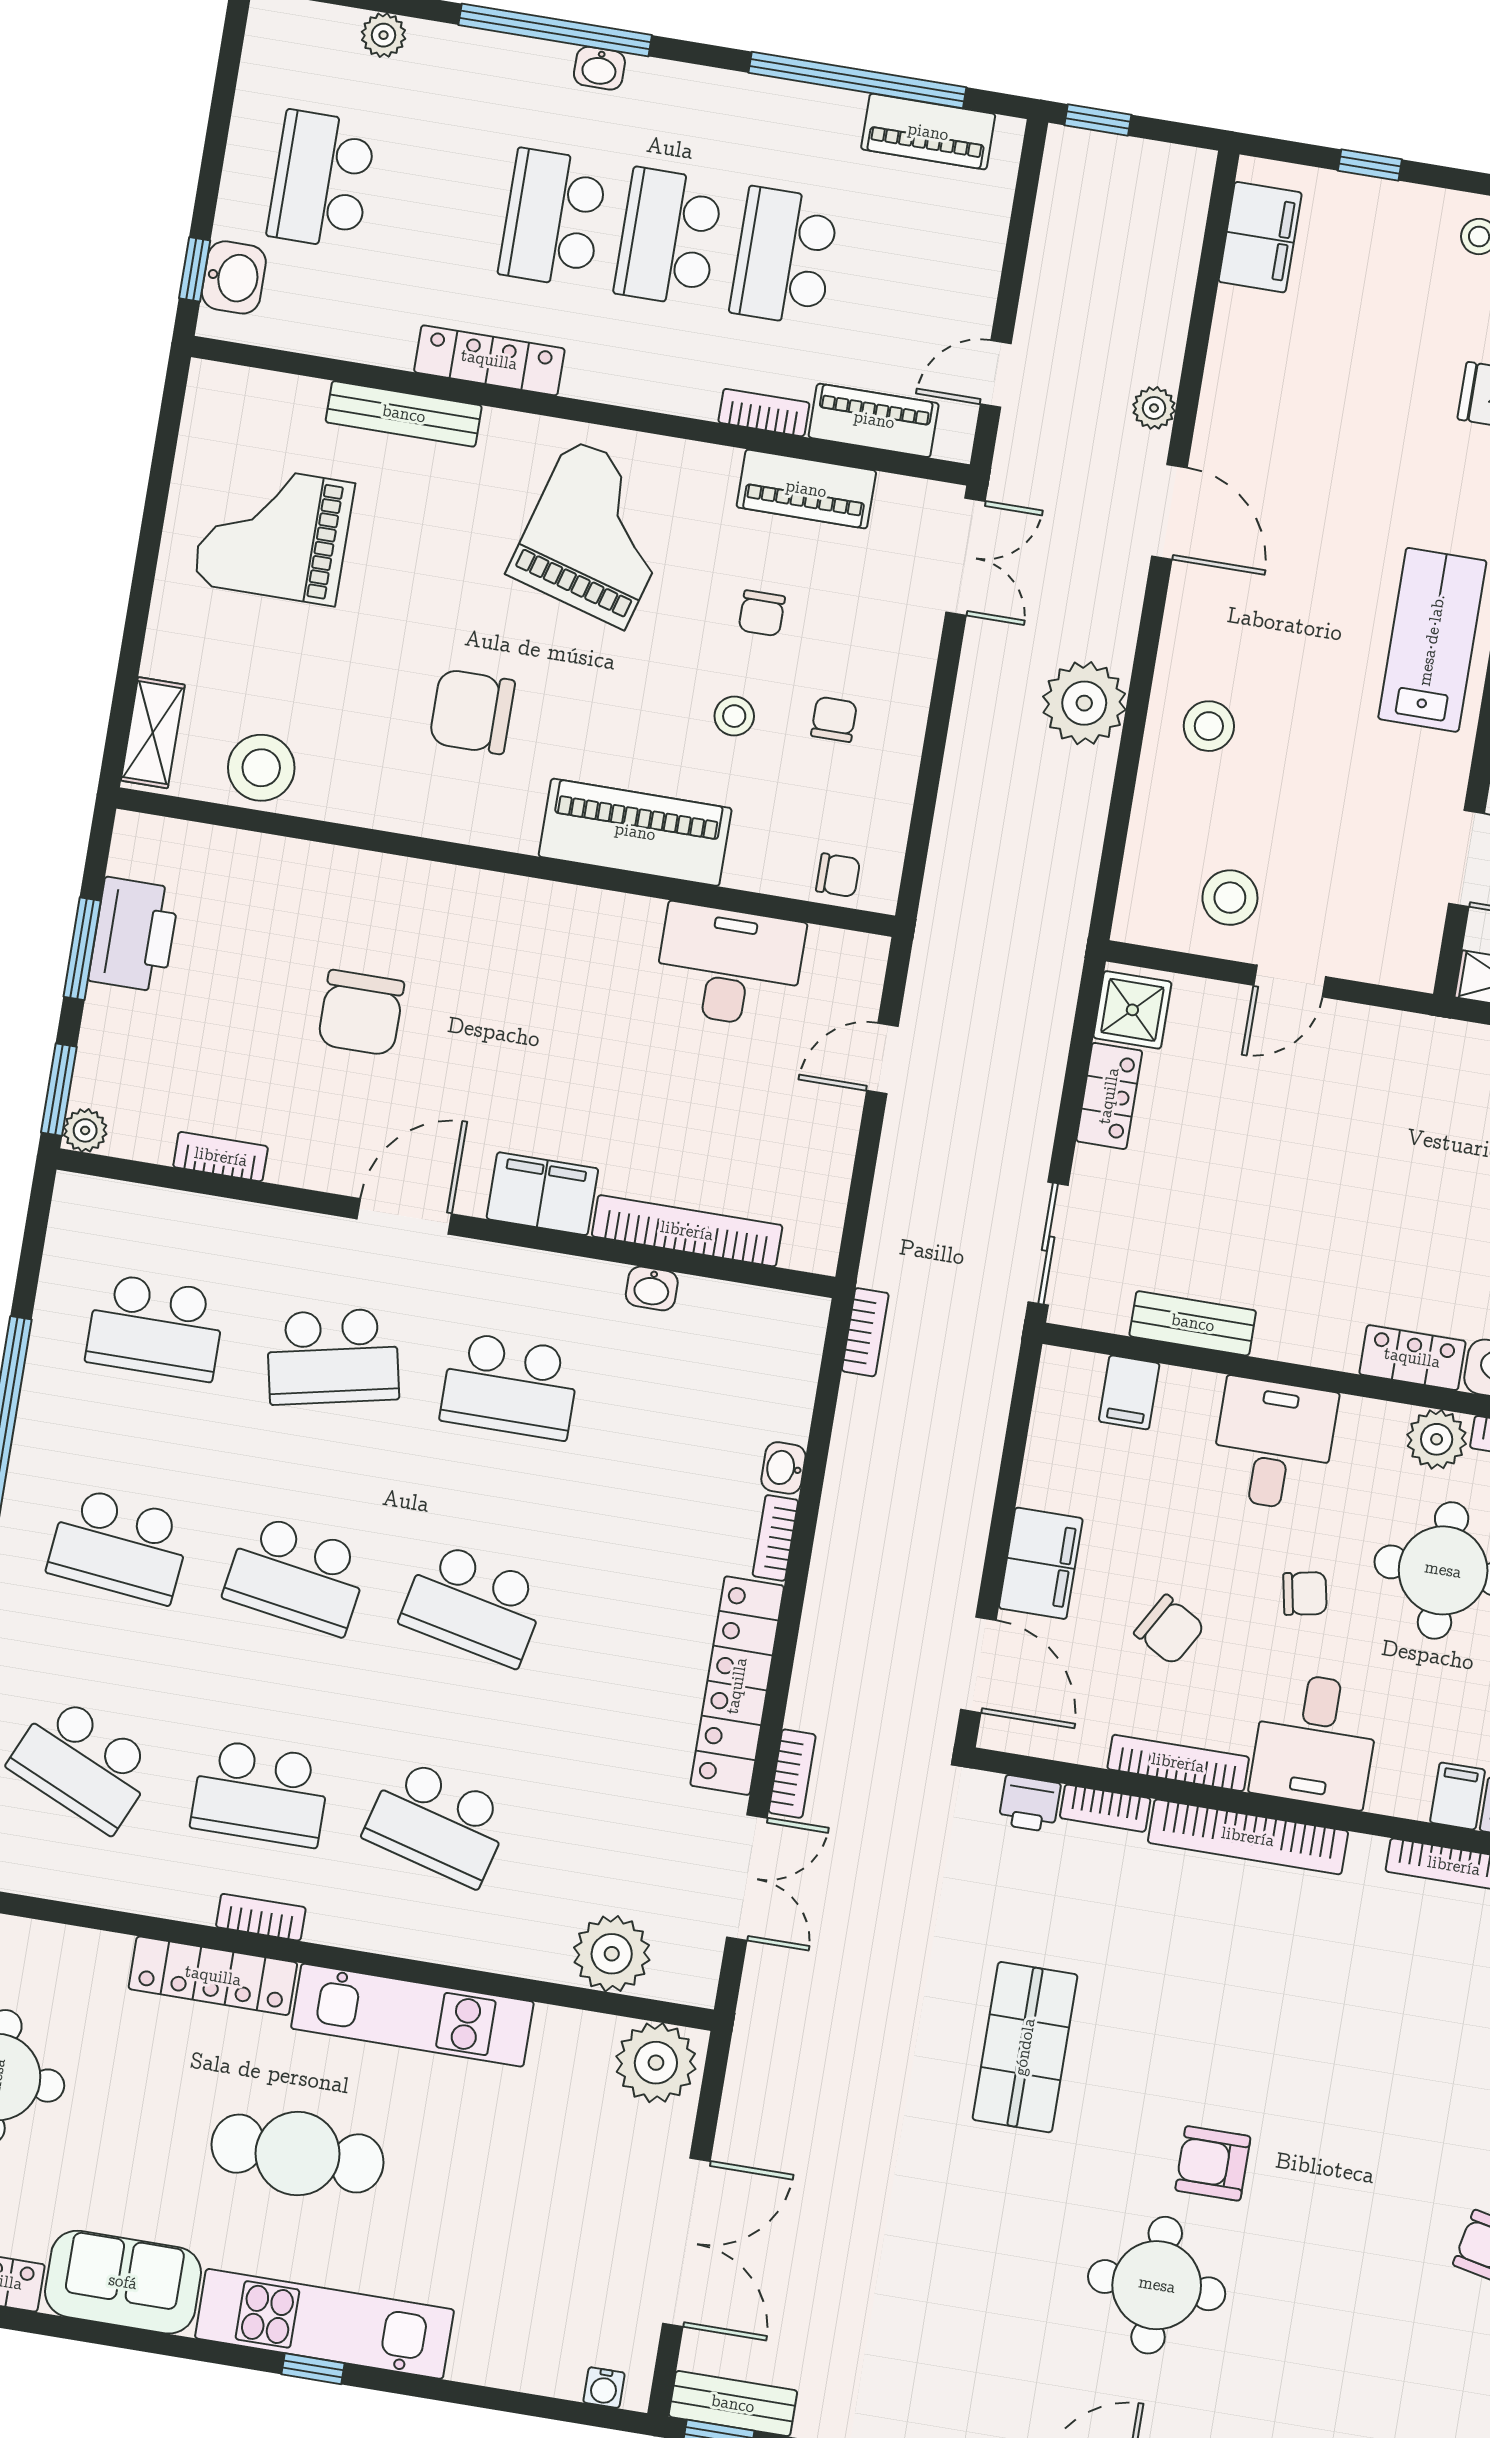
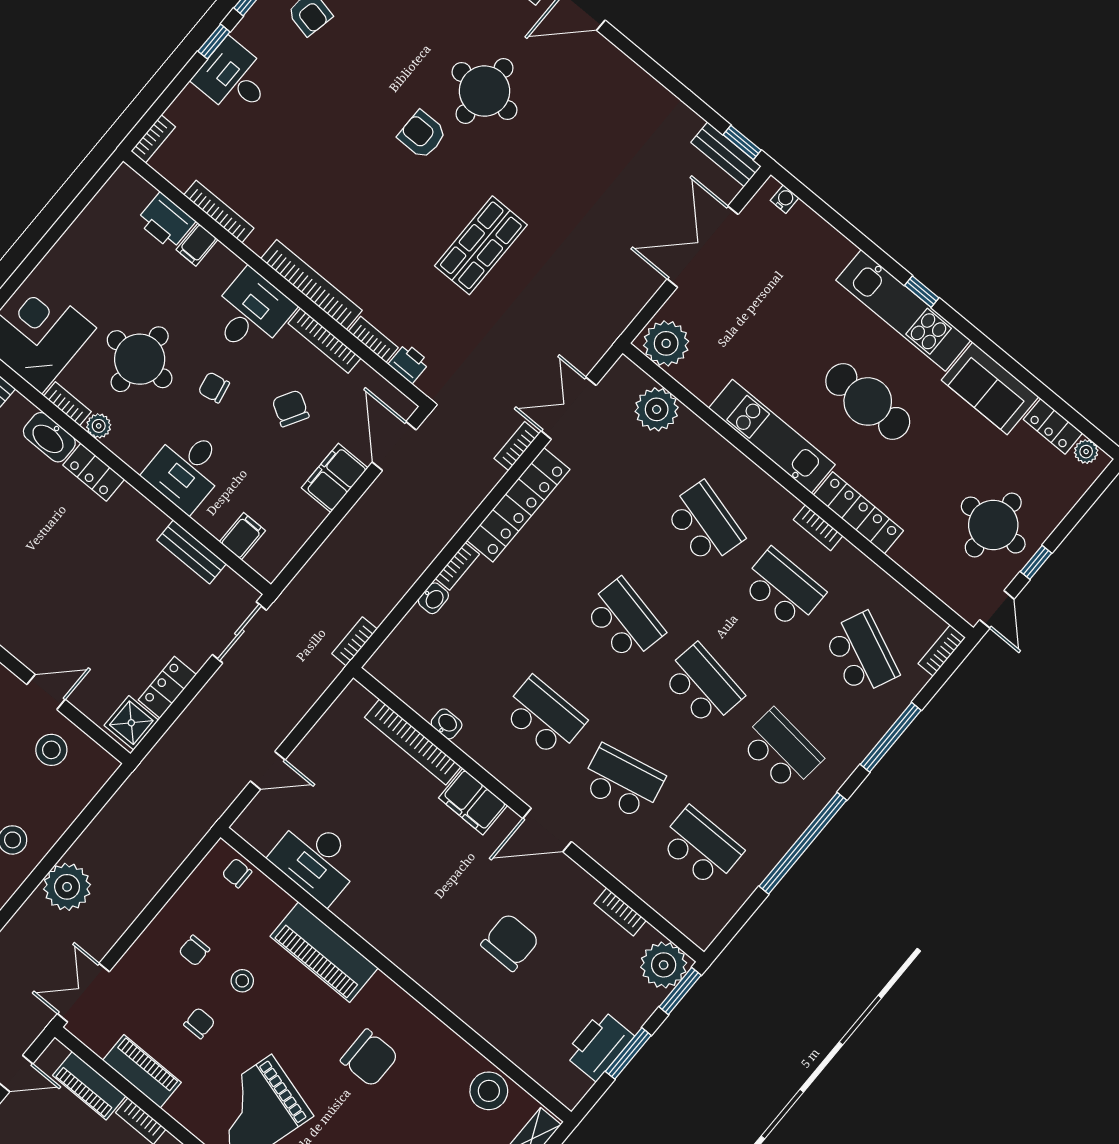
plant: (85, 1130) -> (664, 965), width x1.88, depth x1.88
plant: (1437, 1439) -> (99, 426), width x0.73, depth x0.73
armchair: (1213, 2163) -> (422, 135), turned 180

